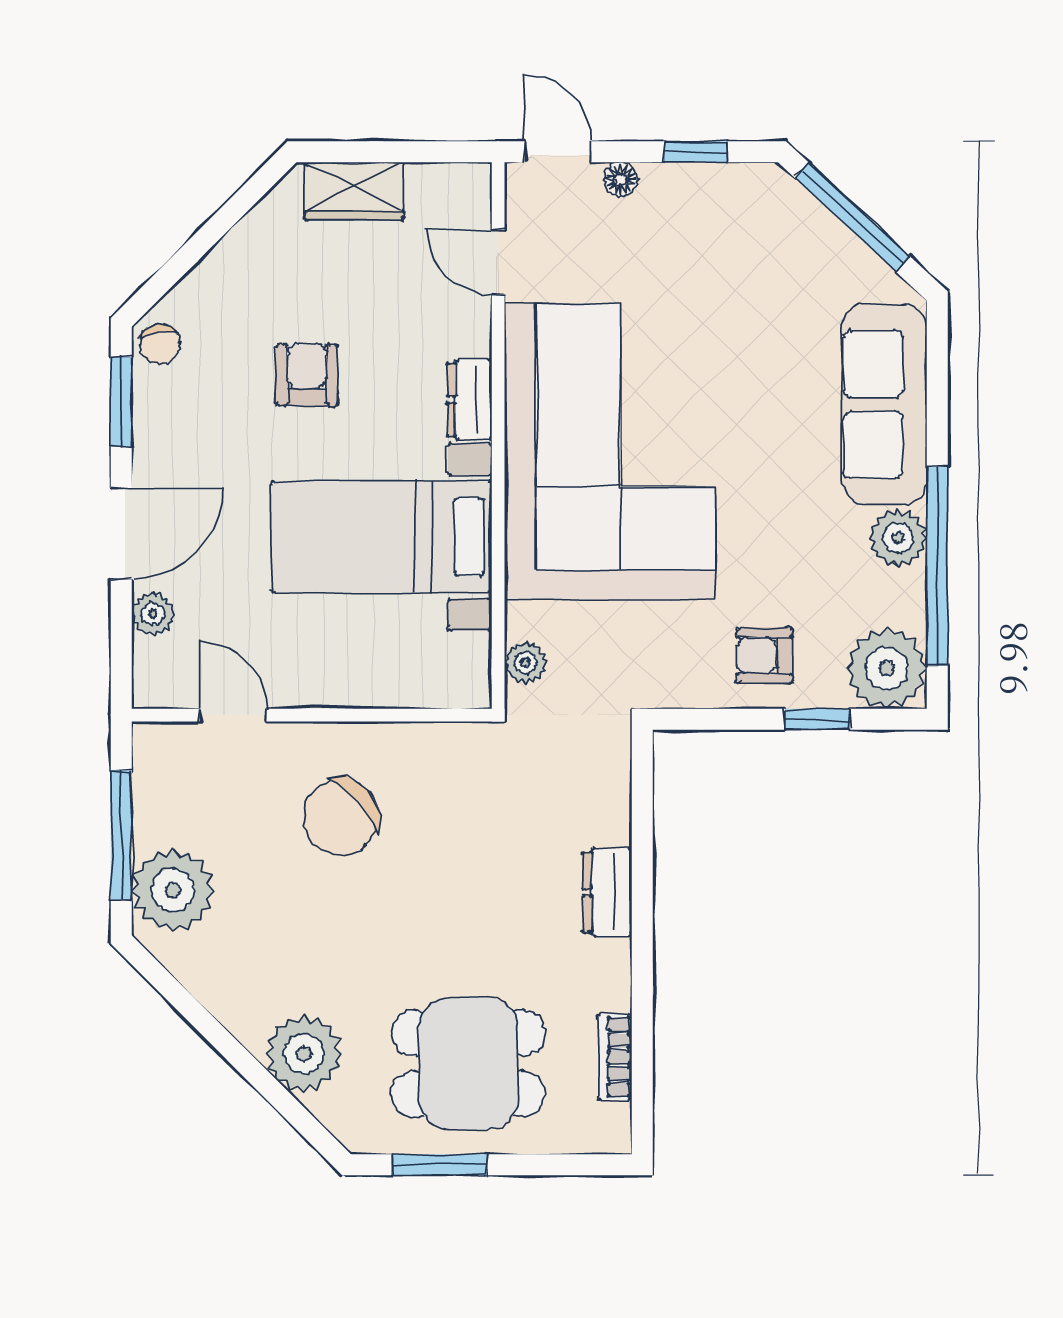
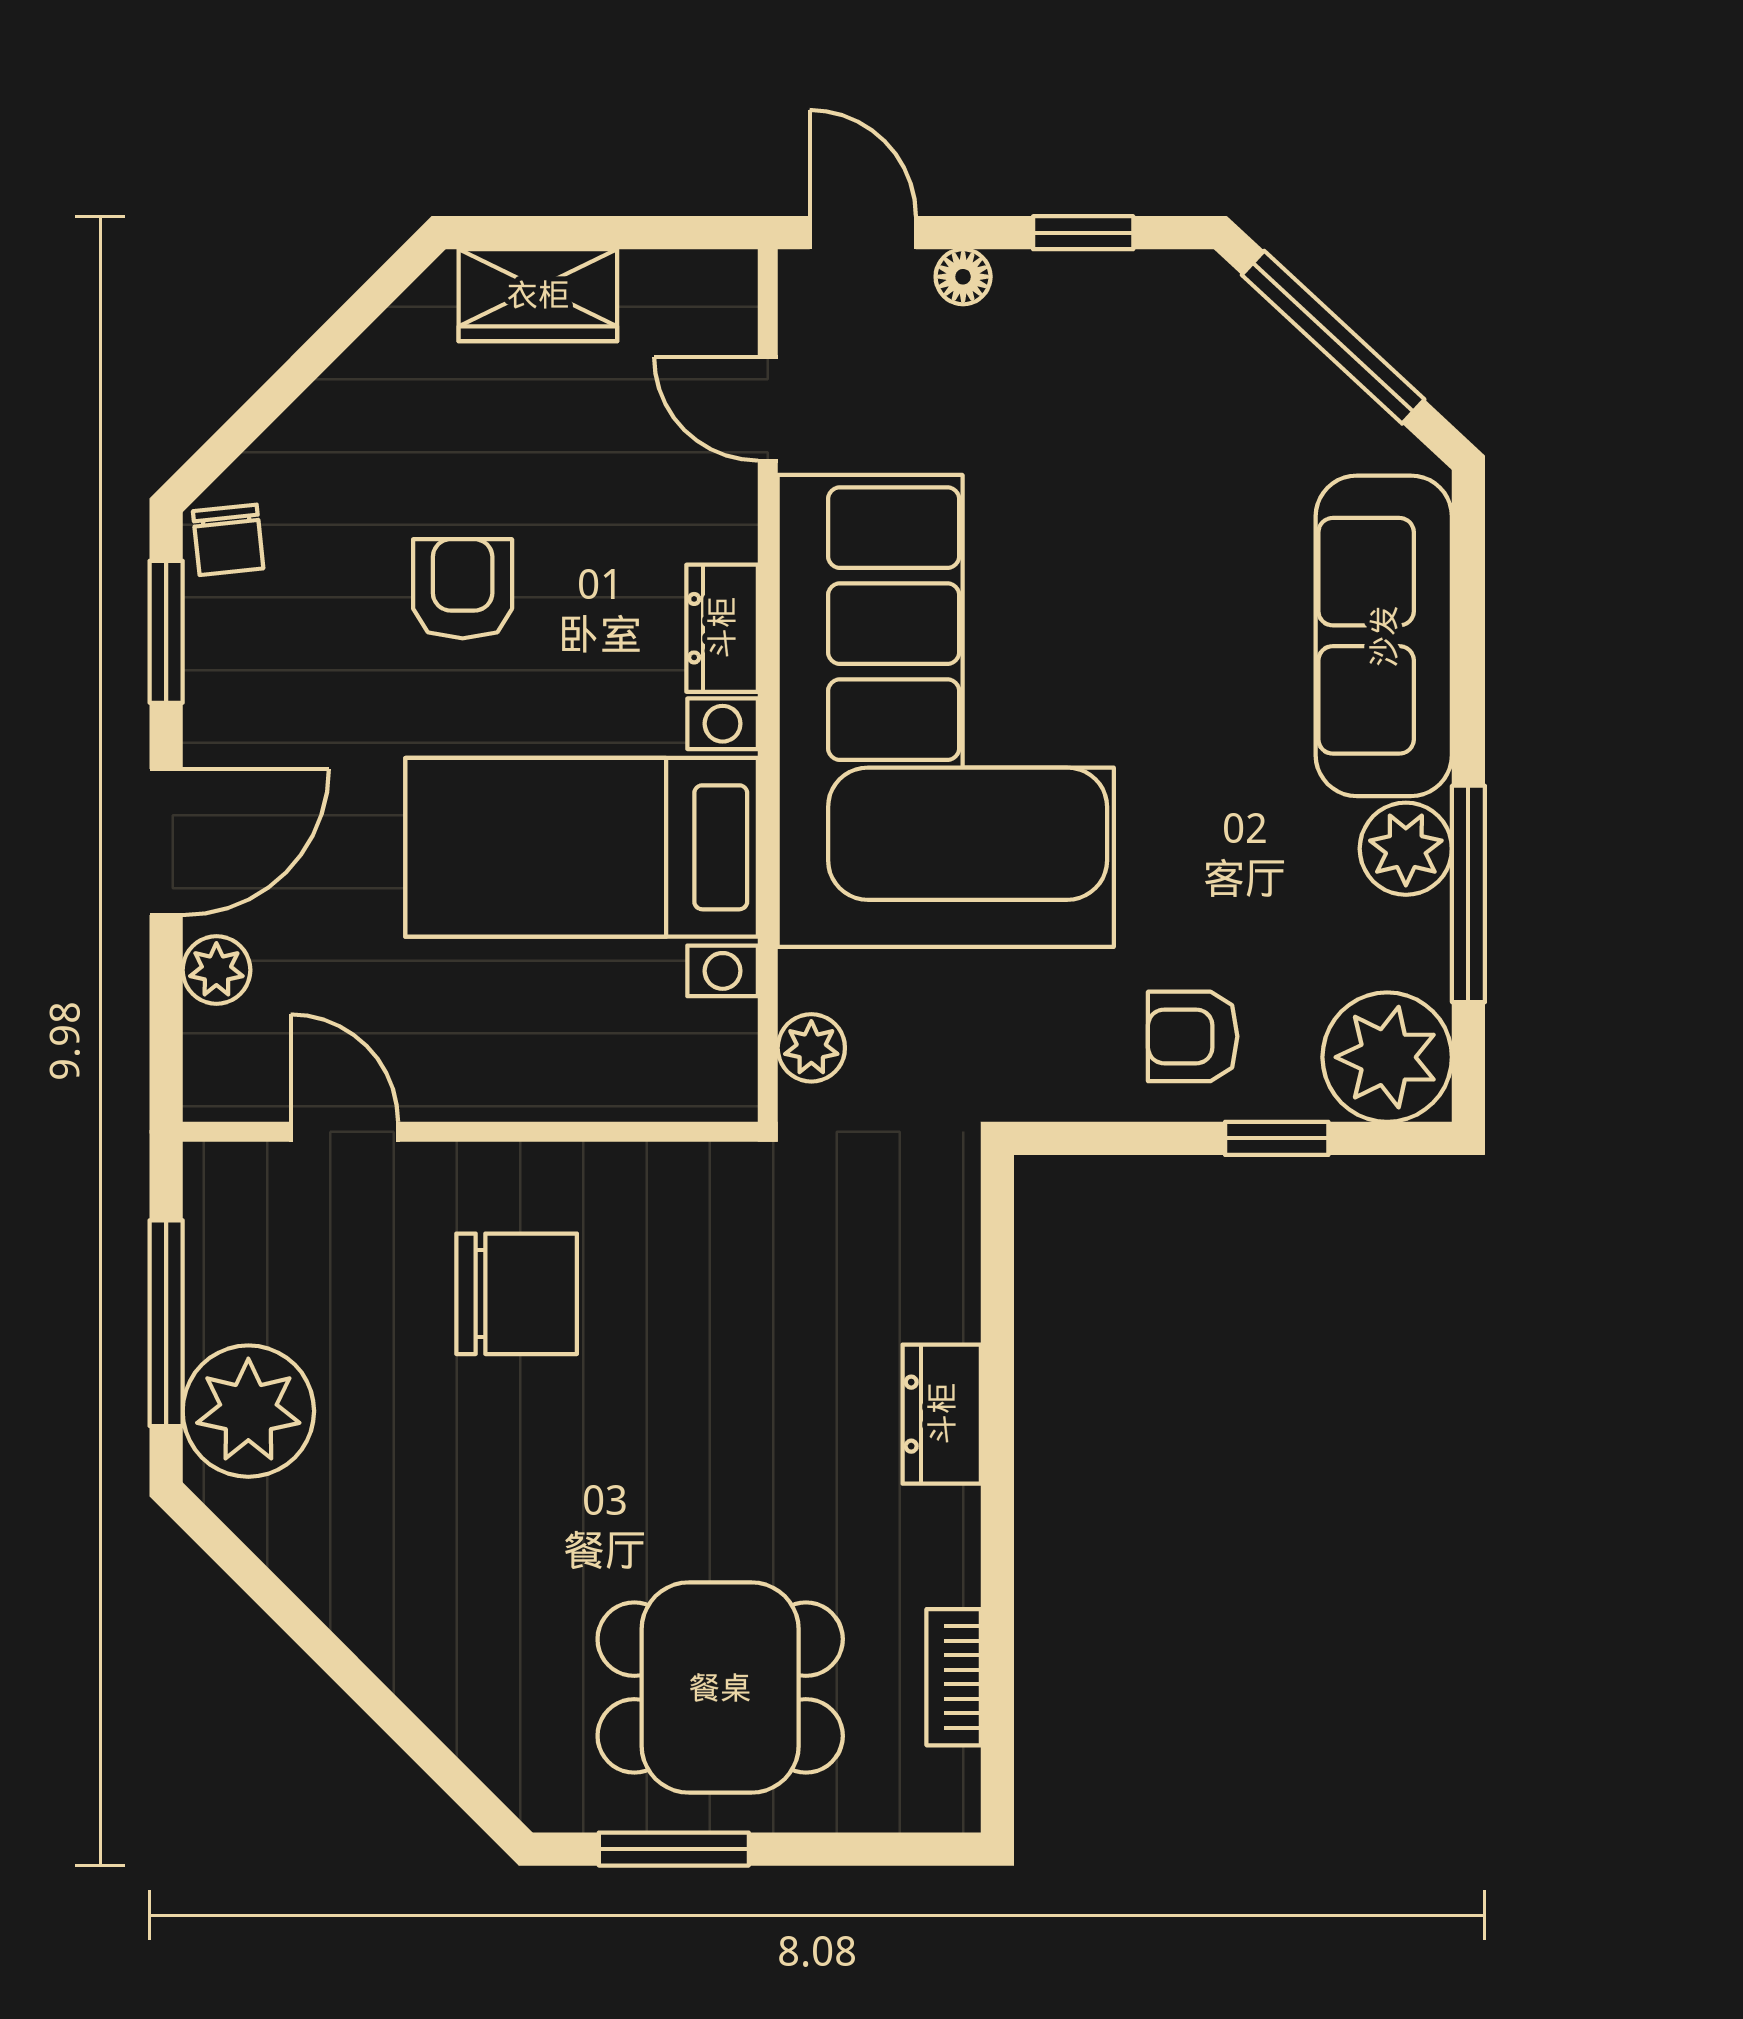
window: (937, 566) -> (1468, 894), width x0.68
chair: (341, 817) -> (517, 1294), turned -138
plant: (304, 1054) -> (457, 1672), removed

